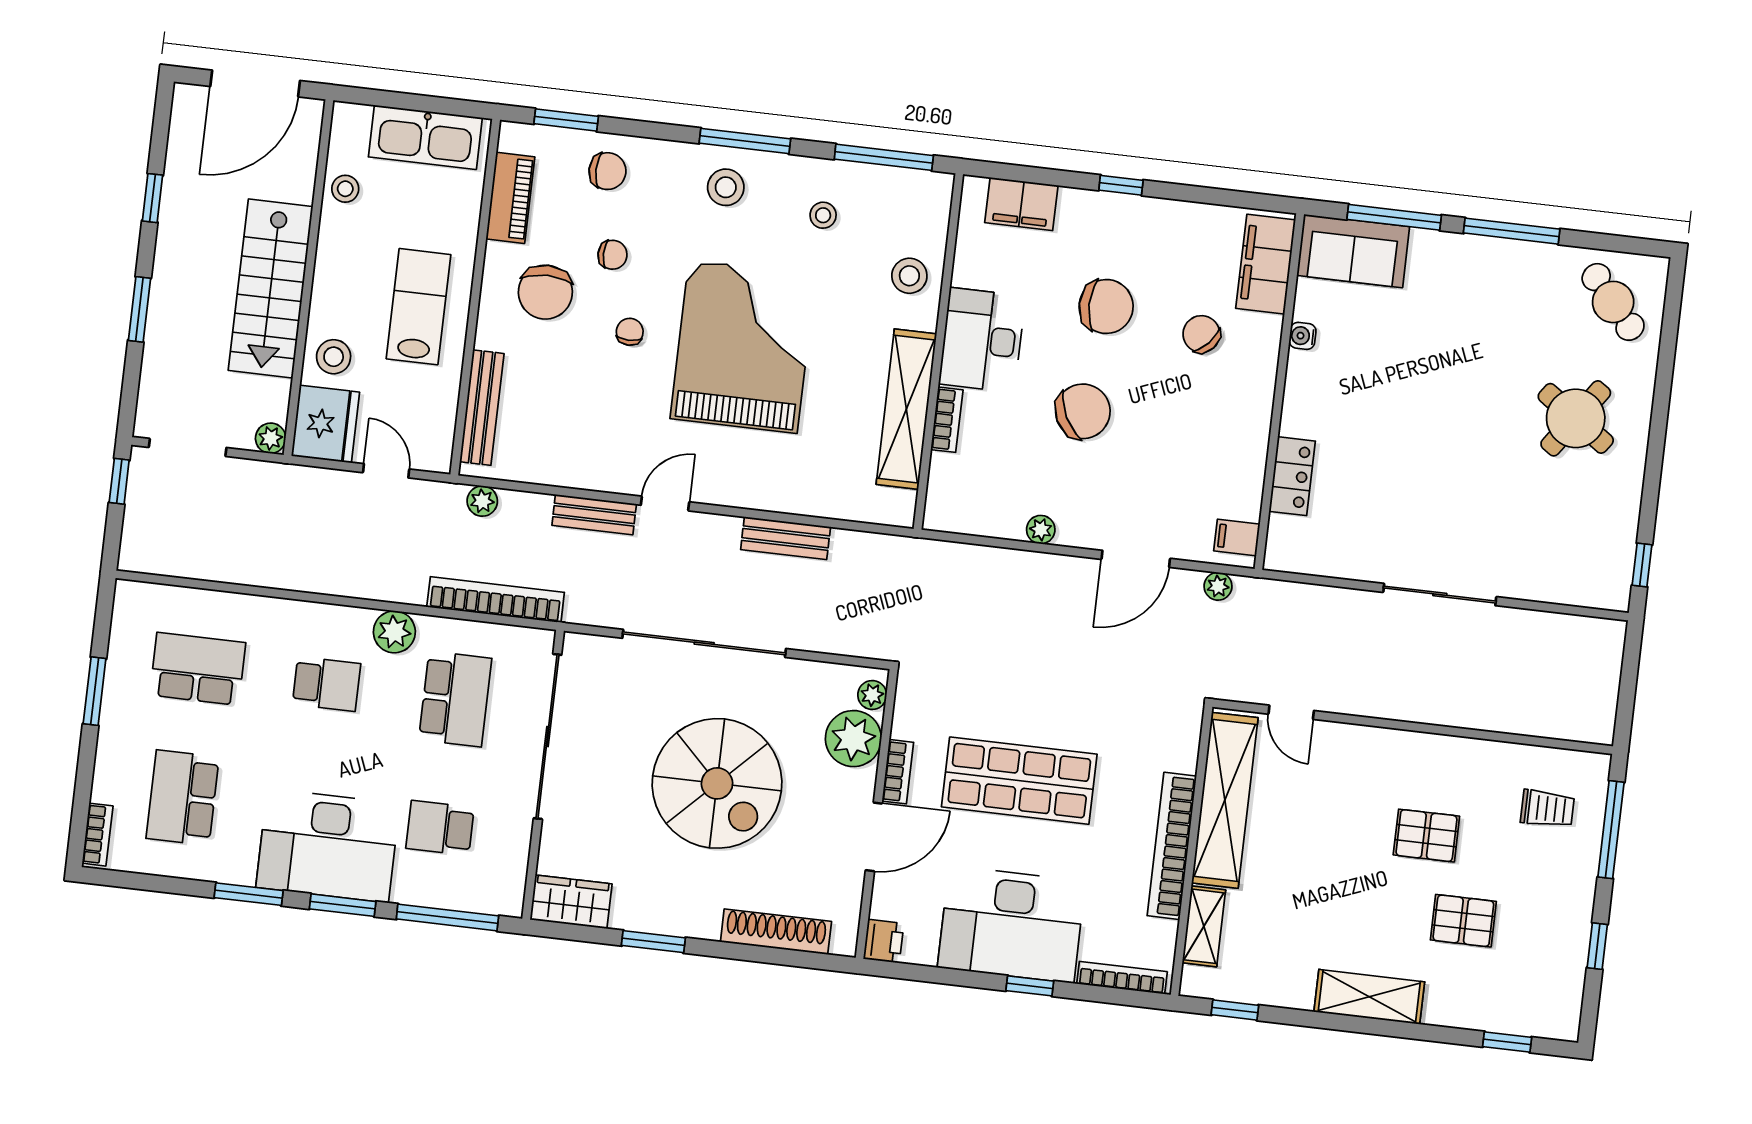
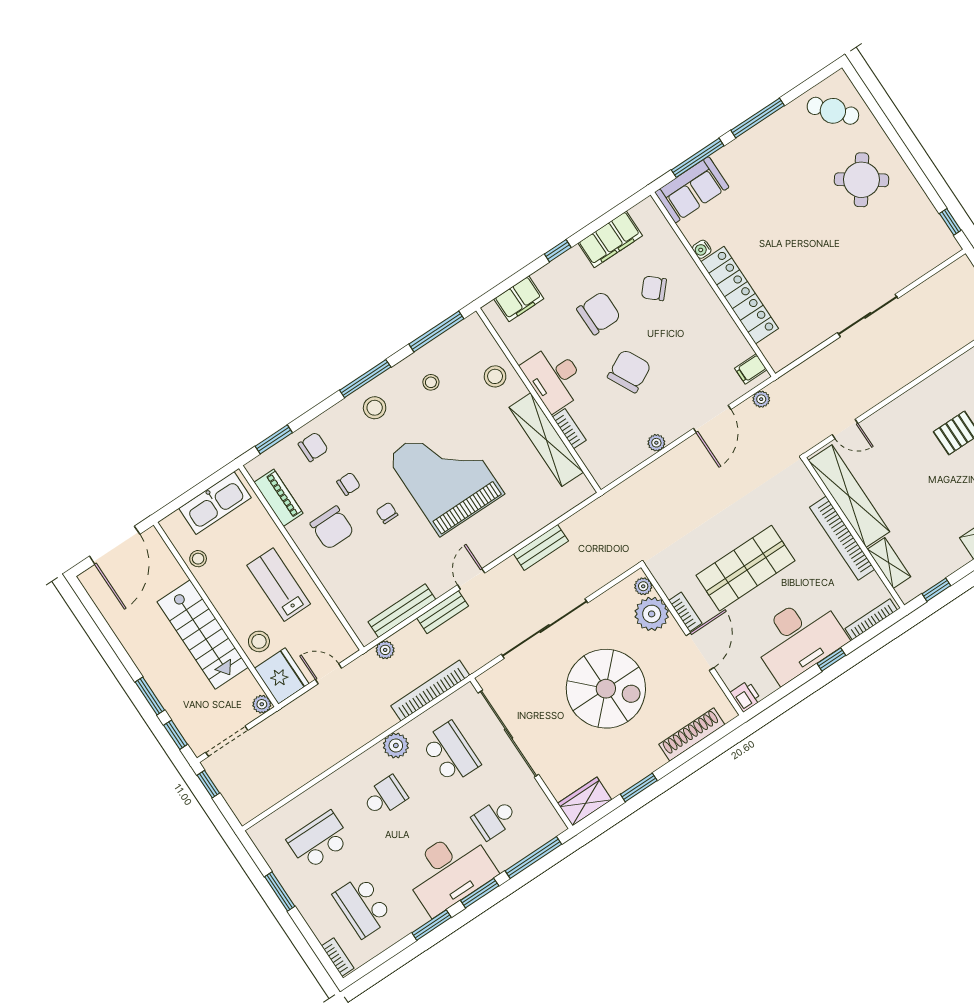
window: (153, 198) -> (176, 735), moved
filing cabinet: (1266, 264) -> (610, 239), moved, turned -90
bench: (482, 408) -> (402, 611), moved, turned 90
locker: (1292, 476) -> (740, 295), width x2.16, depth x1.21

